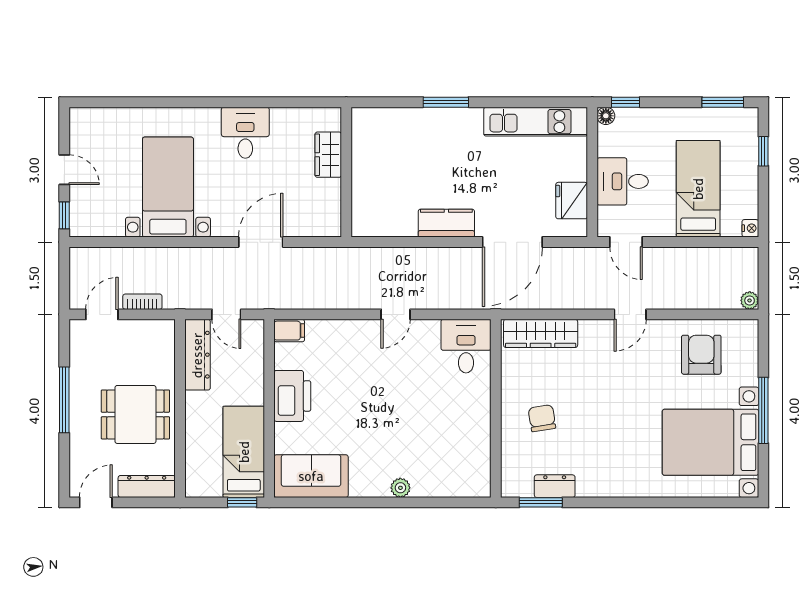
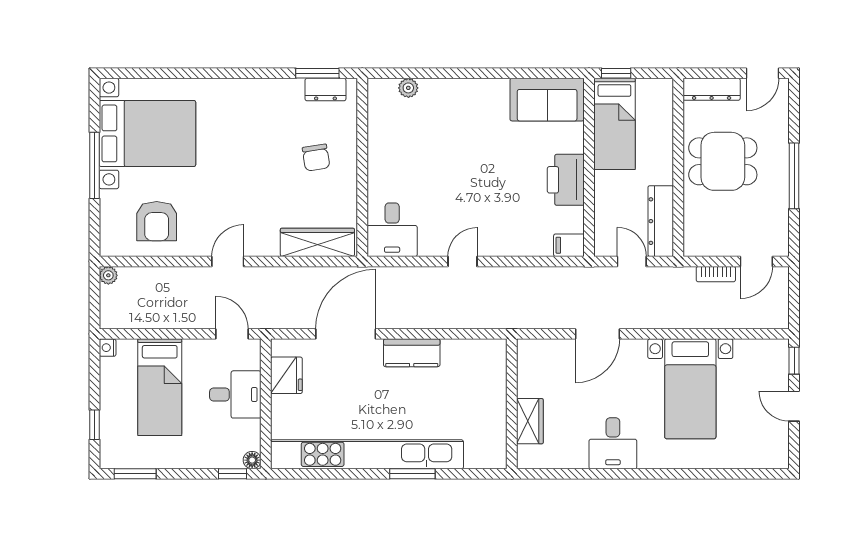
kitchen unit: (536, 122) -> (367, 454), width x1.86
dresser: (555, 486) -> (325, 90), moved
plant: (400, 488) -> (408, 88), moved

